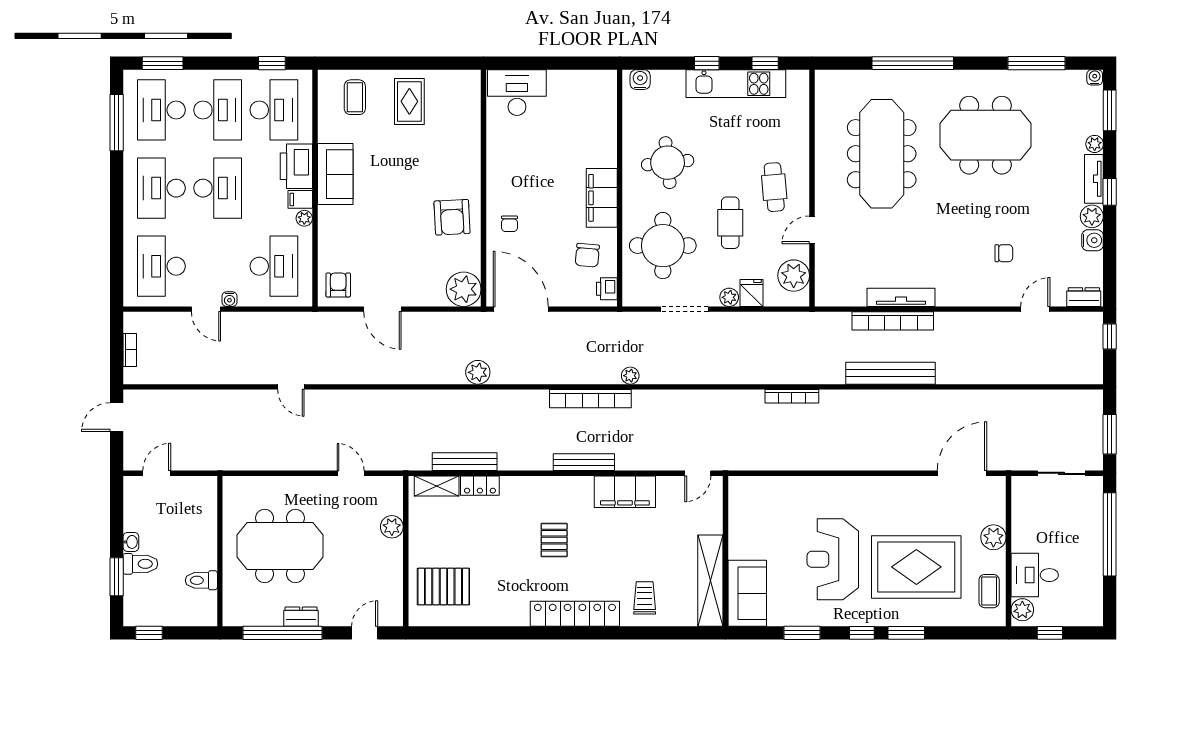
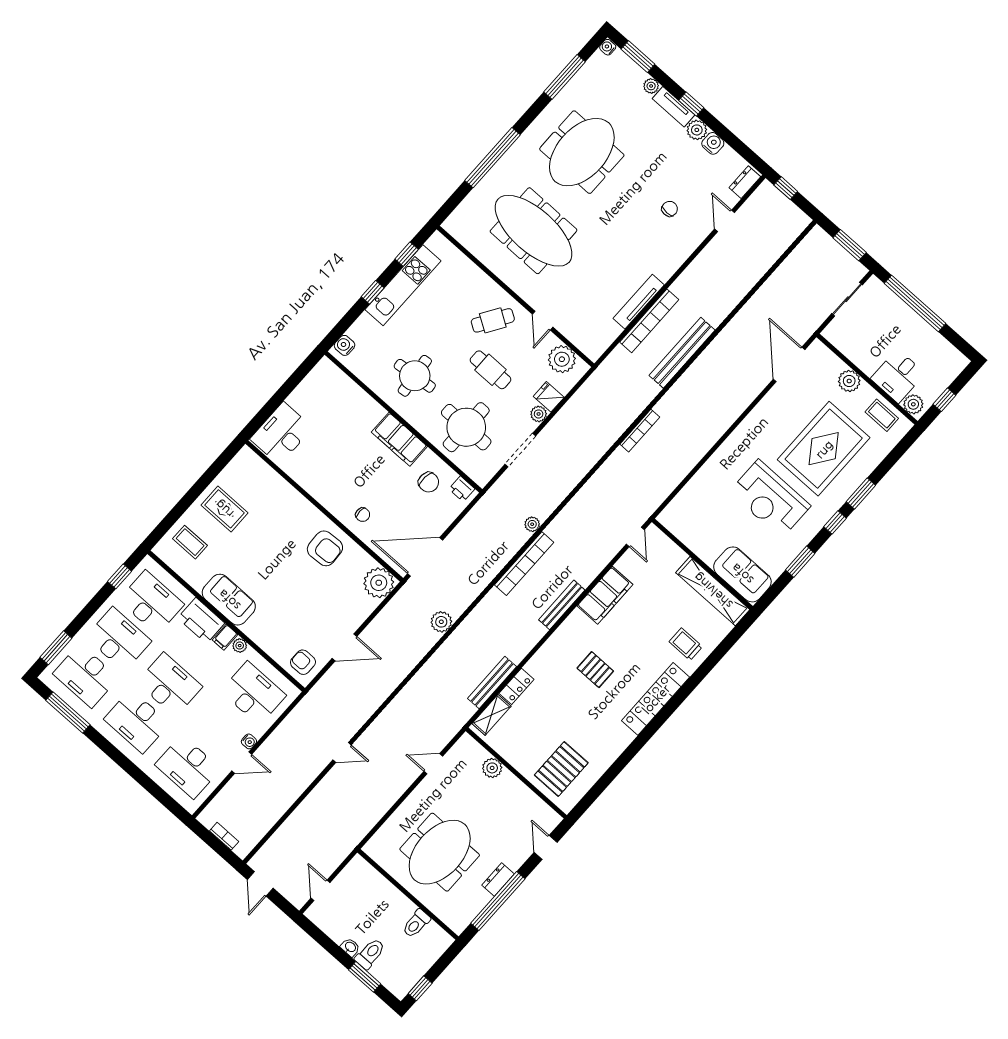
cafe table: (774, 187) -> (493, 320), turned -53

